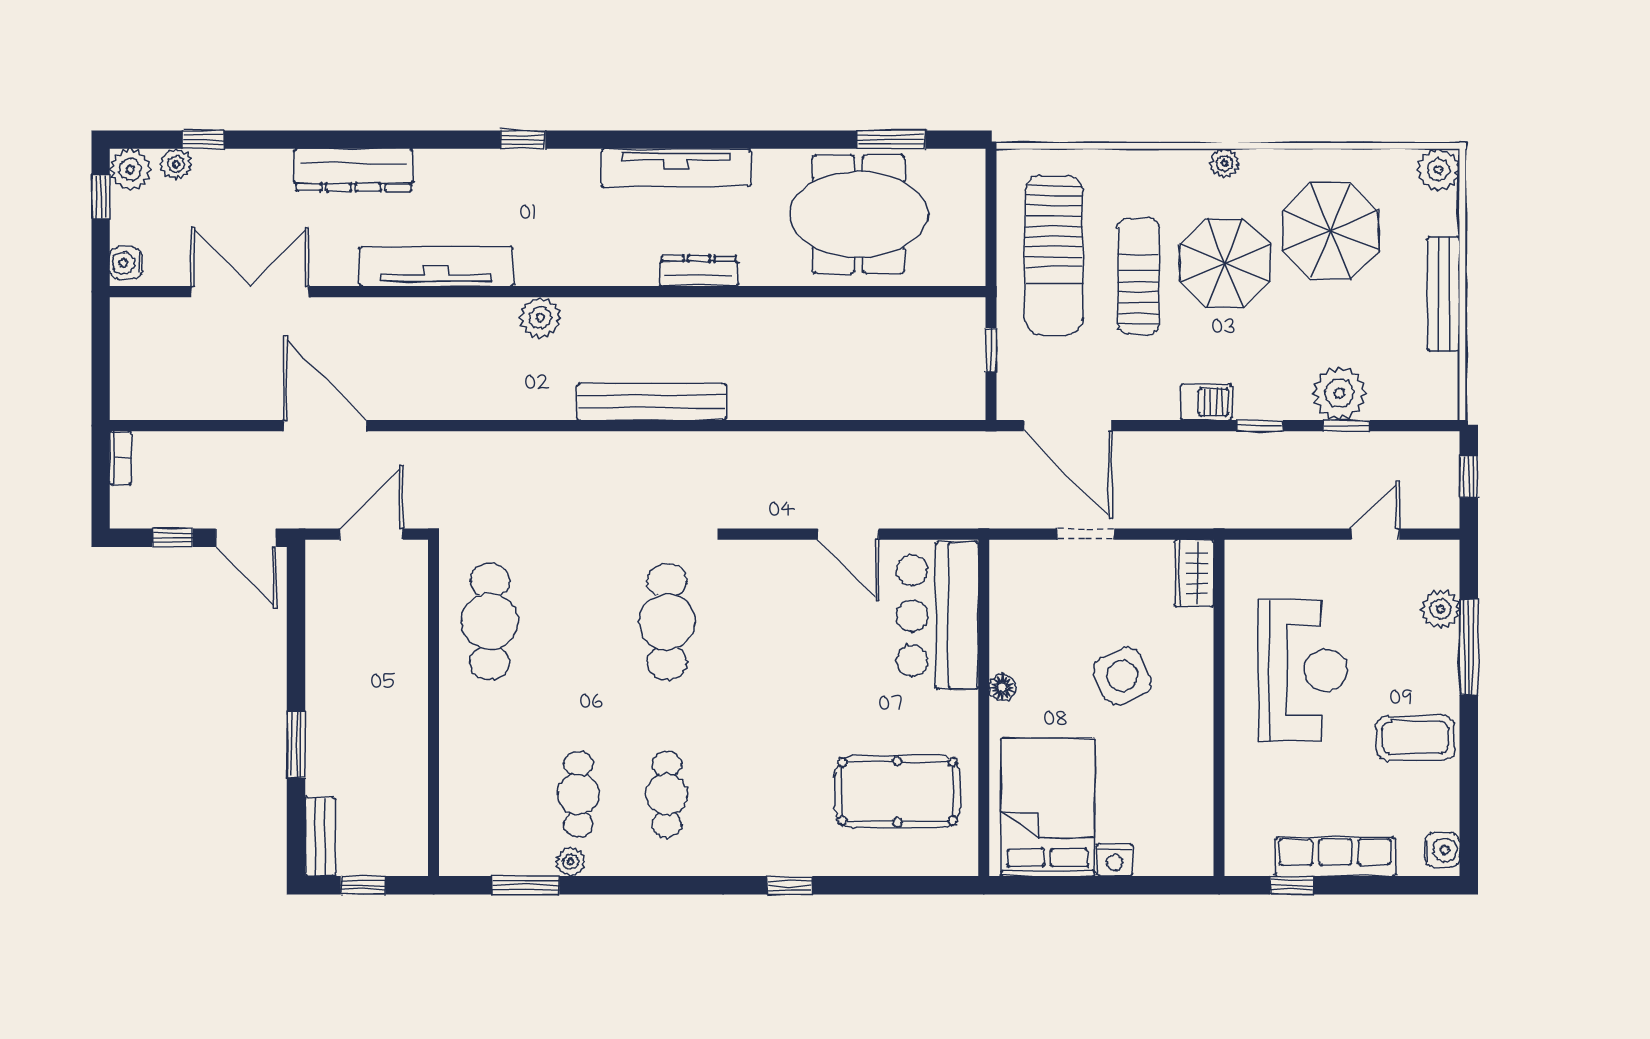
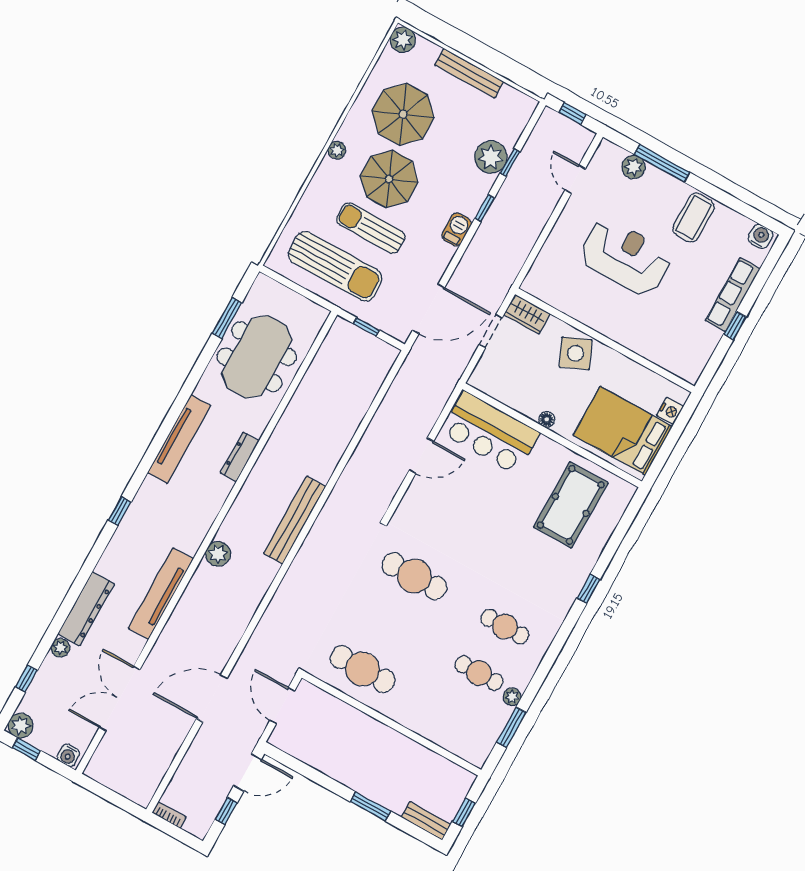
plant: (176, 164) -> (60, 648), moved
wardrobe: (1194, 573) -> (527, 314), moved
wall: (1219, 708) -> (605, 340), moved

